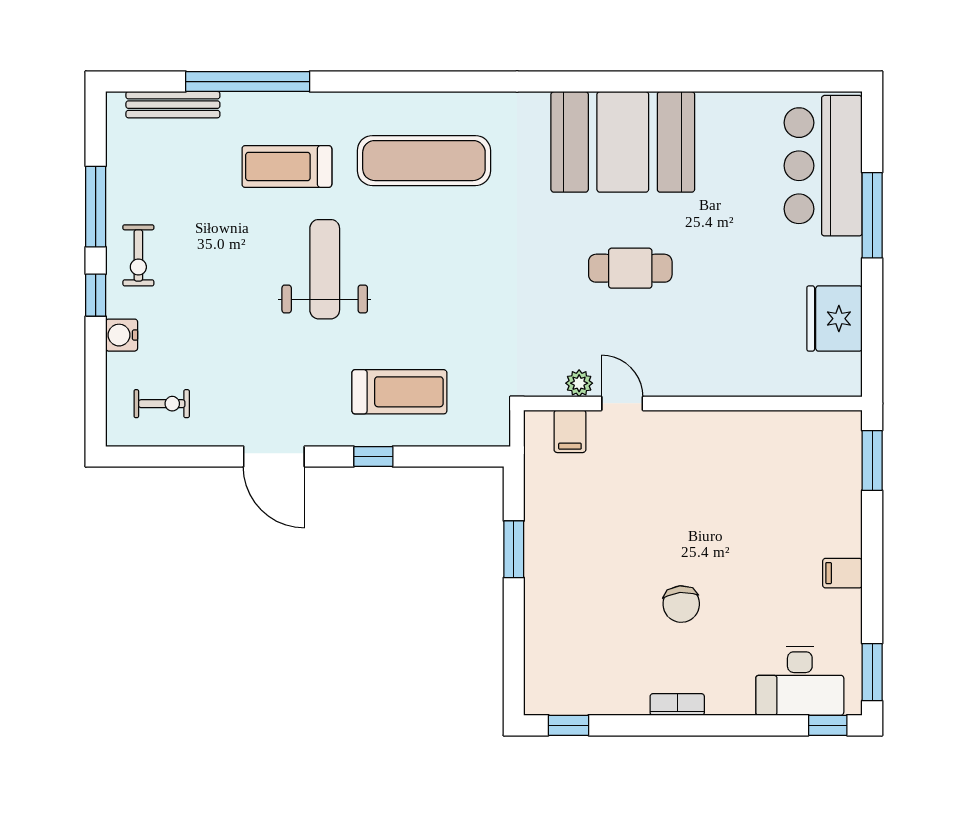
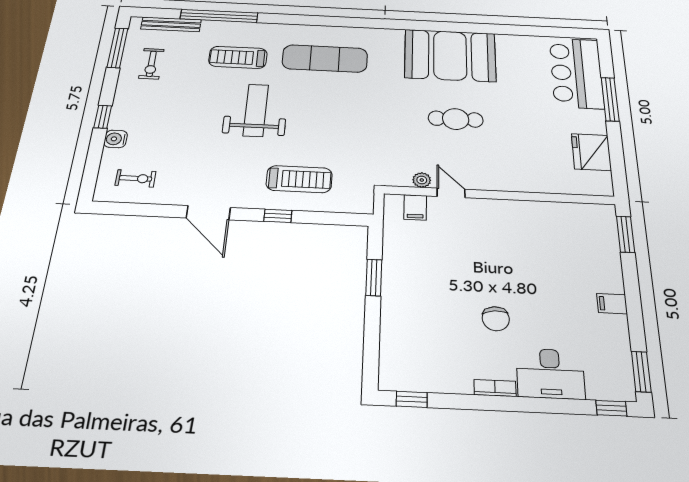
window: (96, 207) -> (117, 48), moved
exercise bike: (138, 255) -> (151, 64), moved
desk: (800, 681) -> (550, 374), moved

